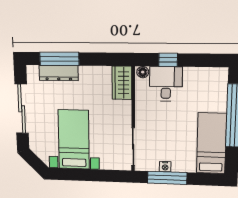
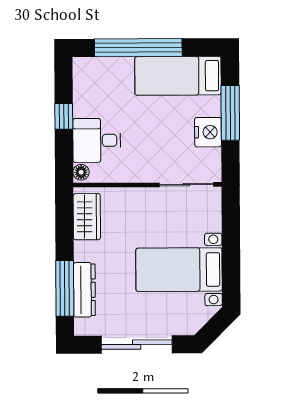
window: (168, 60) -> (64, 116), moved
wardrobe: (122, 83) -> (87, 217), moved, turned -90
nightstand: (165, 167) -> (208, 132), width x1.89, depth x1.79
window: (167, 178) -> (230, 113), moved

